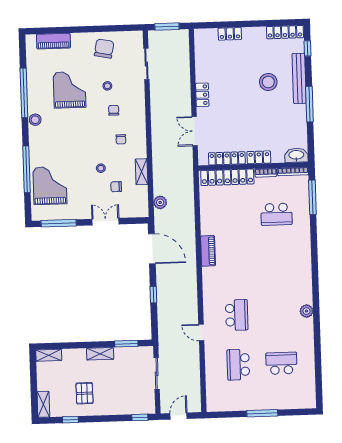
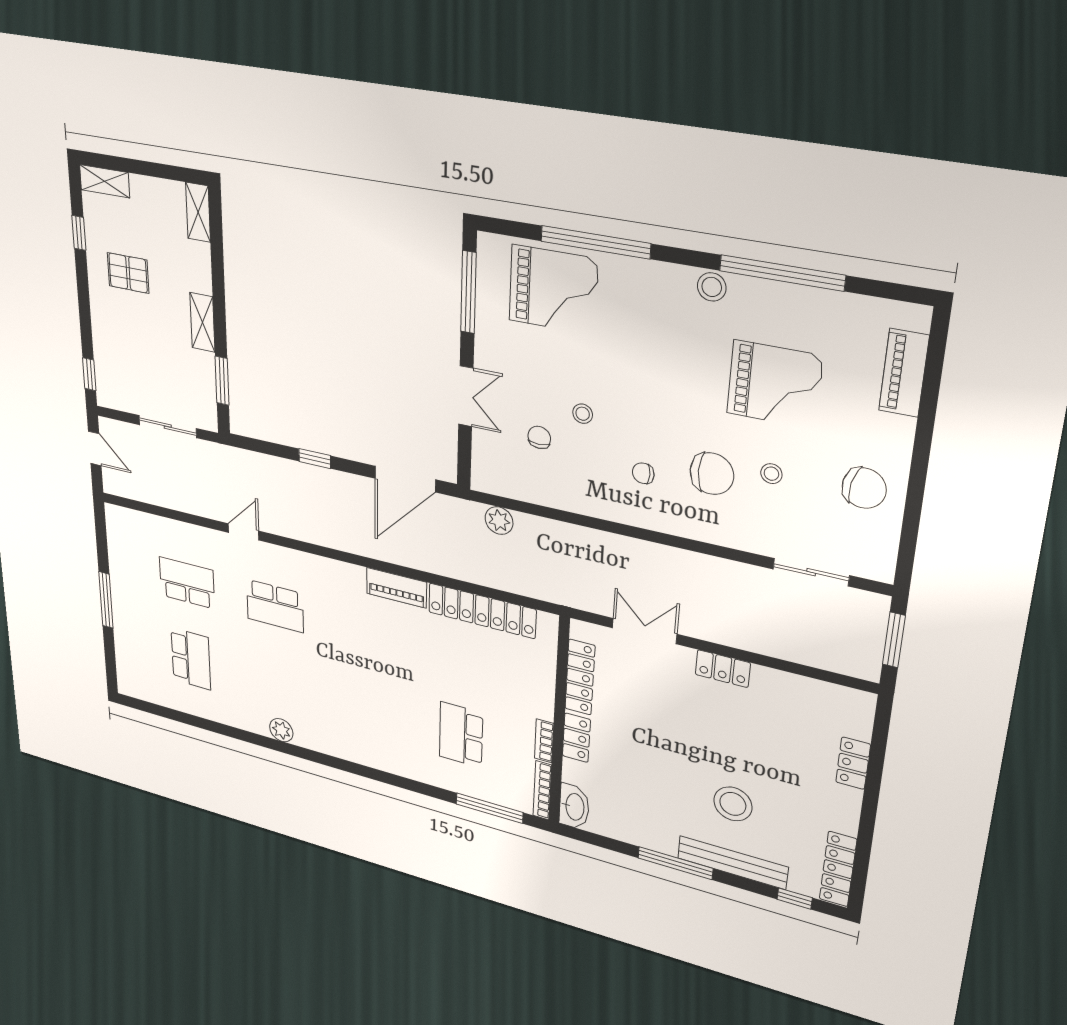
chair: (114, 110) -> (712, 474), width x1.87, depth x1.87
shelving: (142, 172) -> (567, 499), removed
locker: (227, 177) -> (482, 611), moved, turned -90

